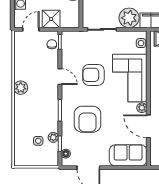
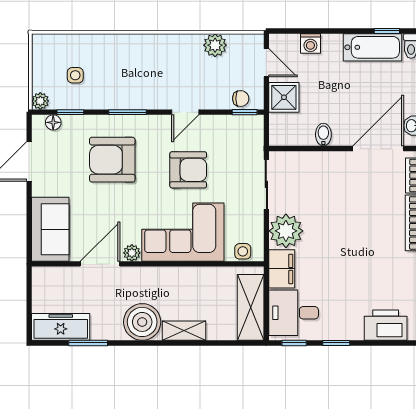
armchair: (93, 75) -> (188, 170), turned 90
plant: (21, 88) -> (215, 45), moved
plant: (53, 137) -> (40, 101), moved

